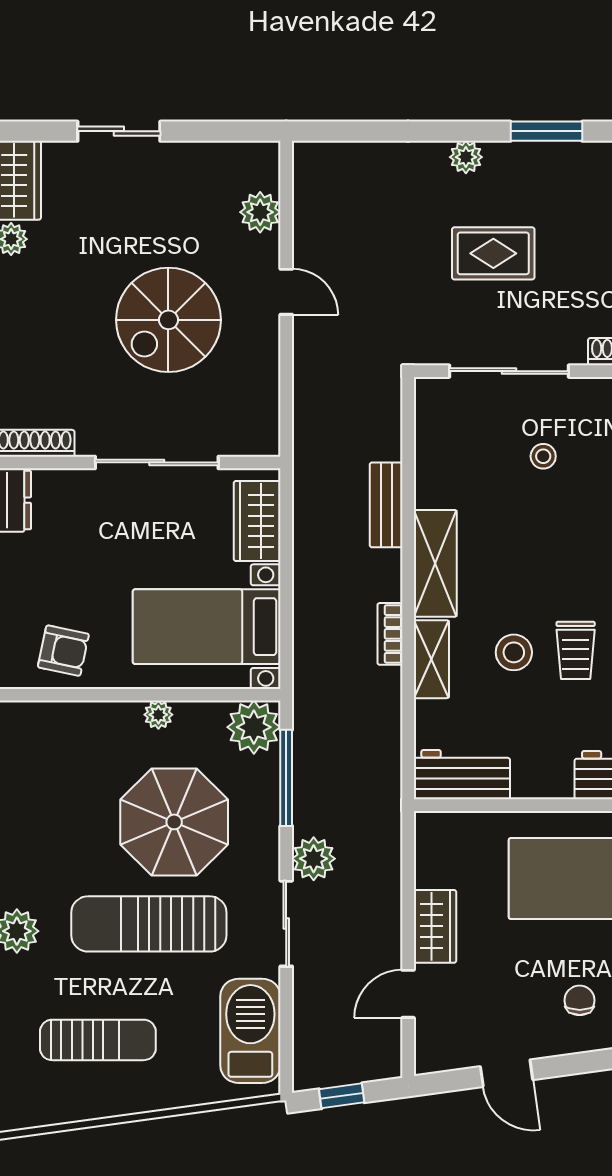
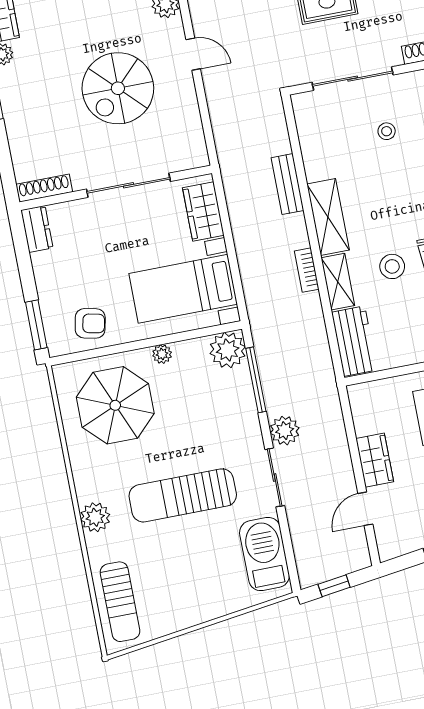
workbench: (462, 775) -> (354, 341), moved, turned 90
parasol: (174, 822) -> (115, 405), moved
sun lounger: (98, 1040) -> (120, 602), moved, turned 90

